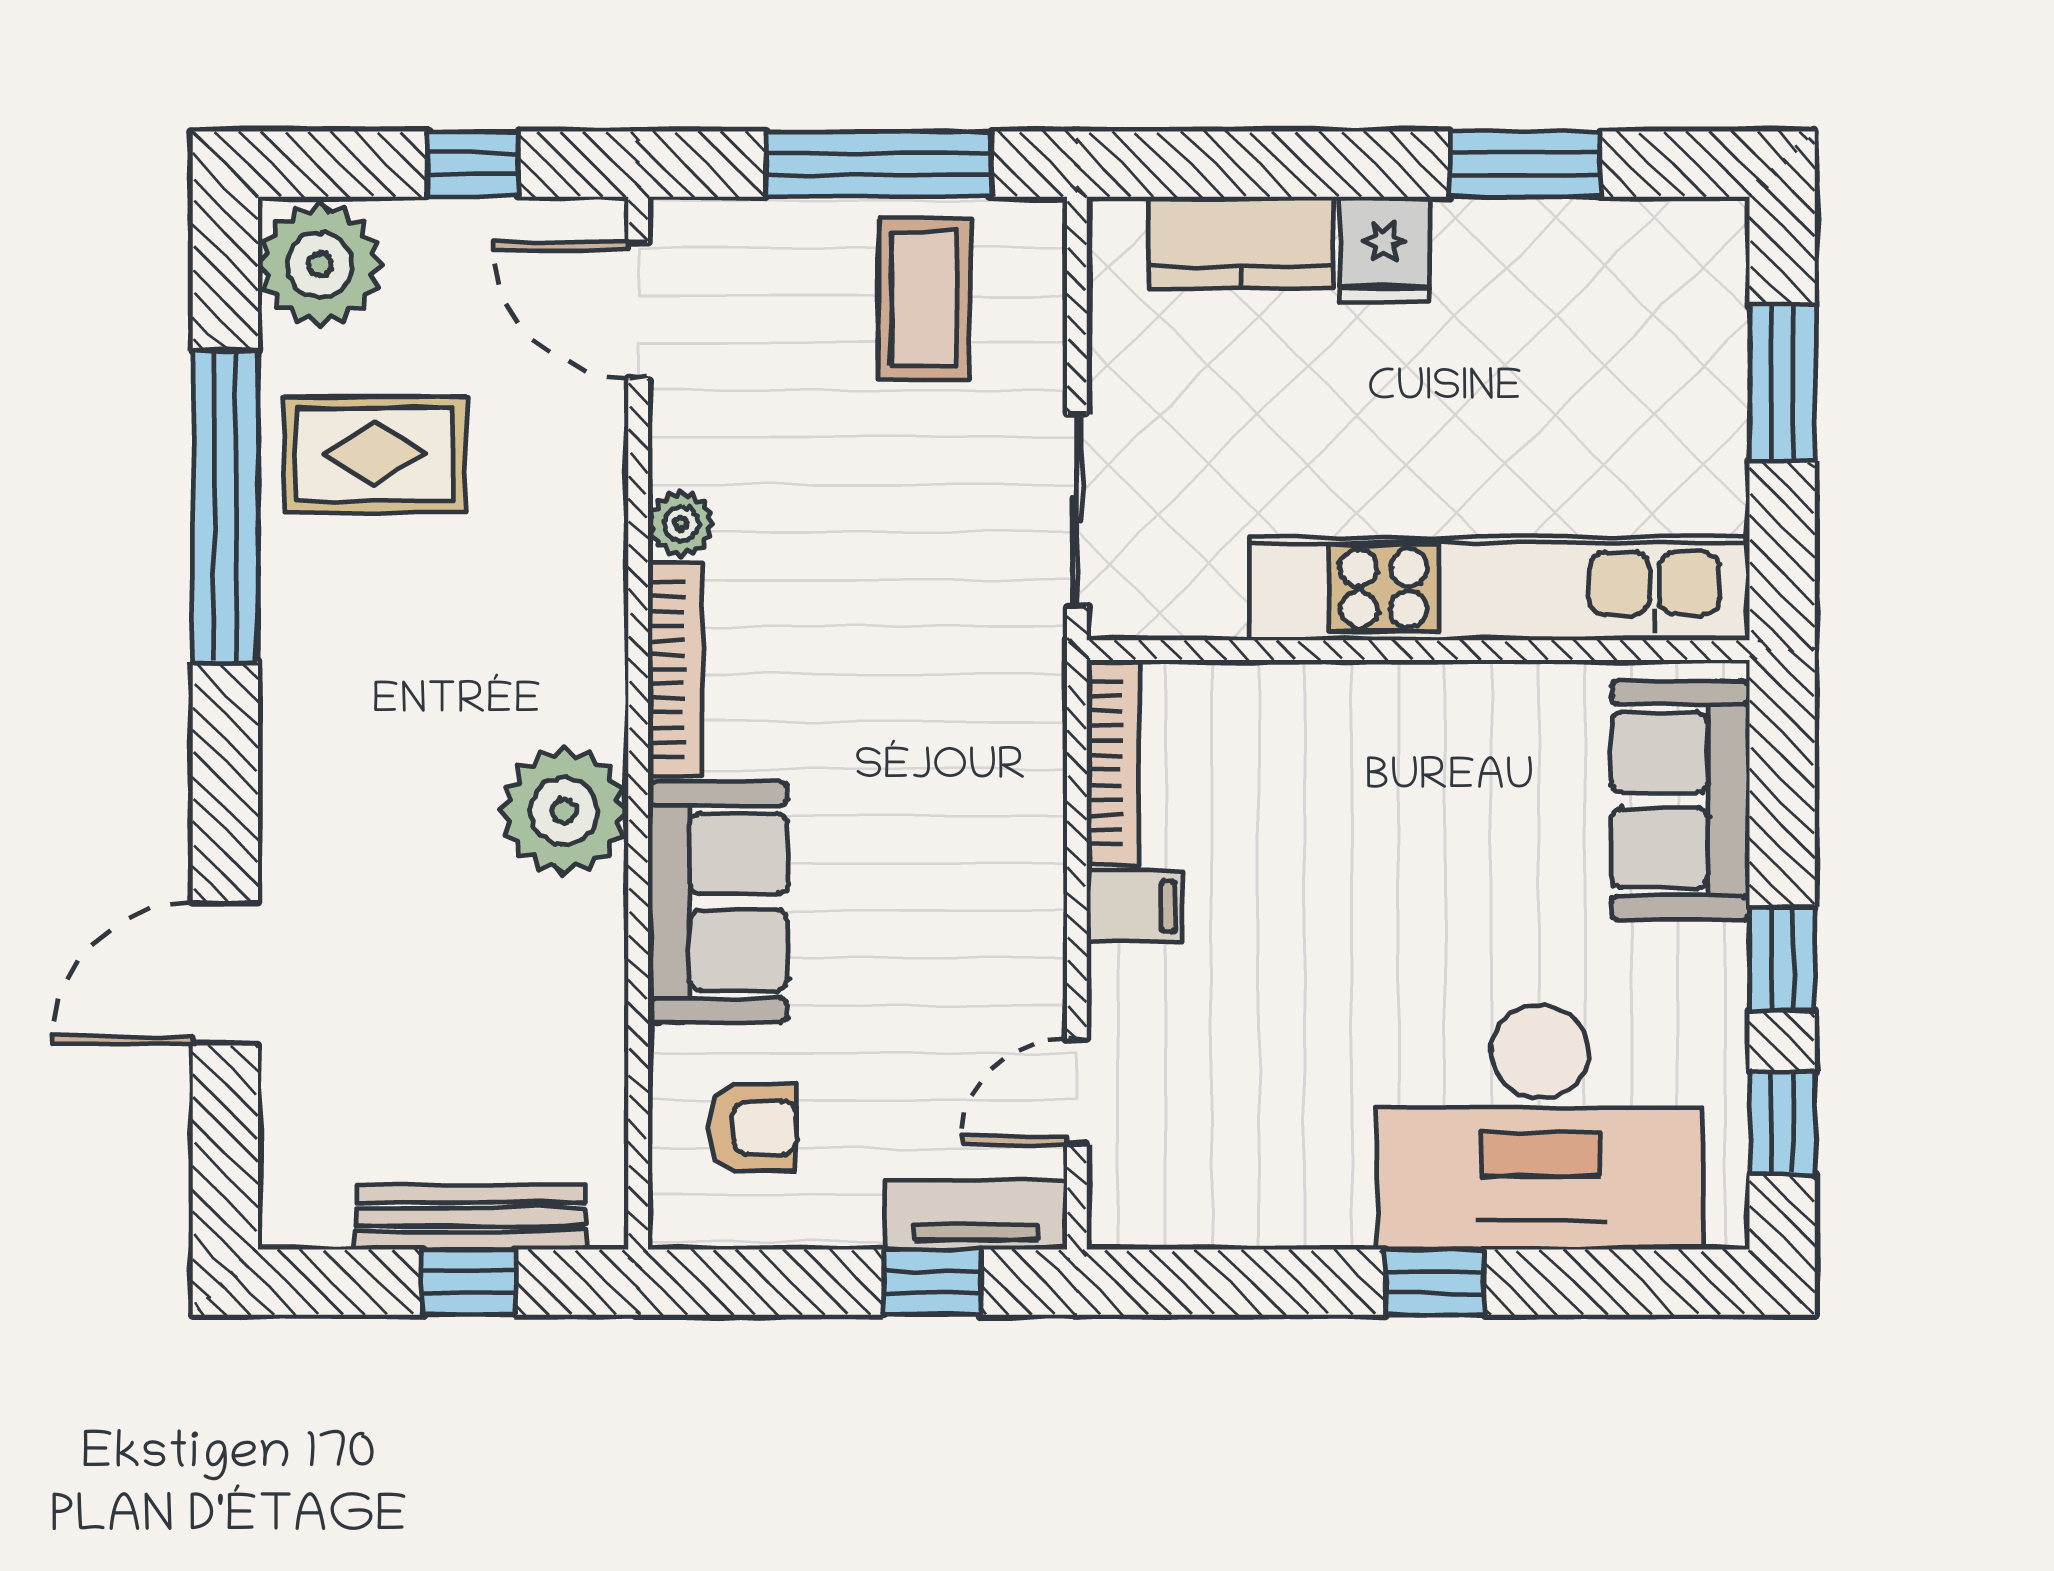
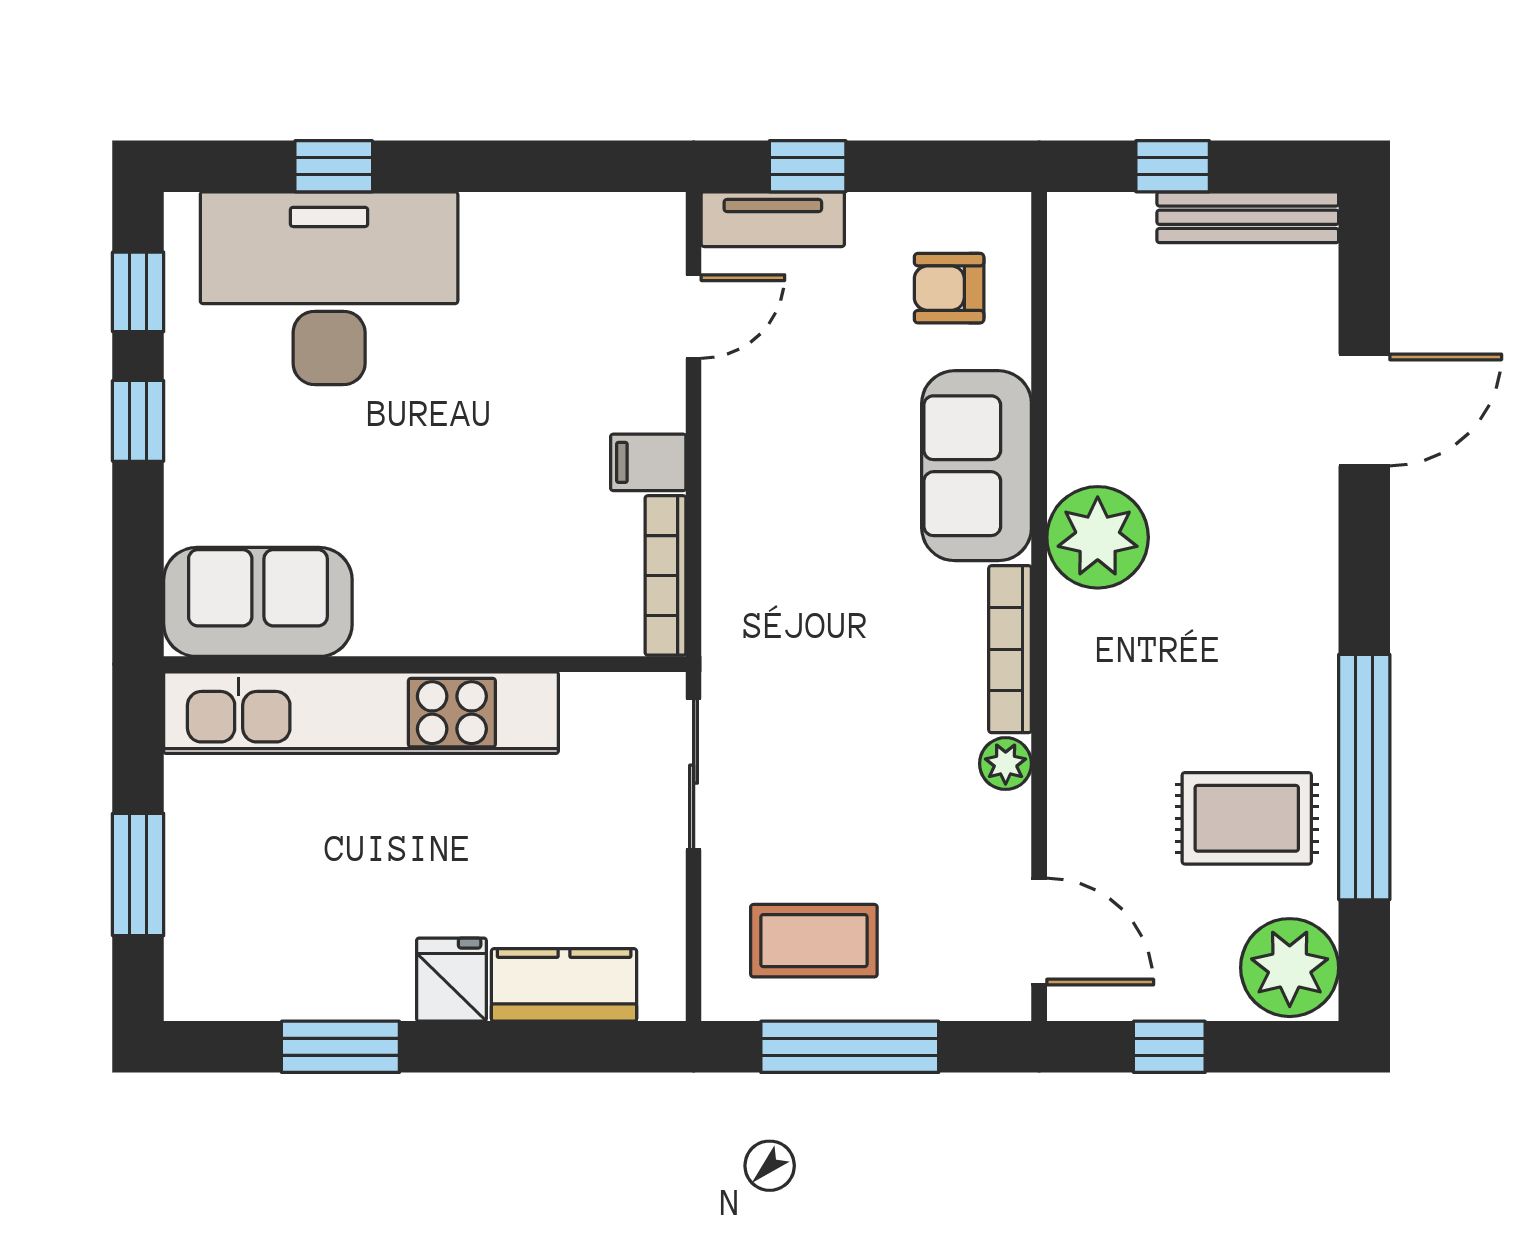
coffee table: (924, 299) -> (814, 941), turned 90
sofa: (1681, 800) -> (258, 602), moved, turned -90
bench: (471, 1217) -> (1248, 217), moved
window: (1435, 1282) -> (334, 166), moved

